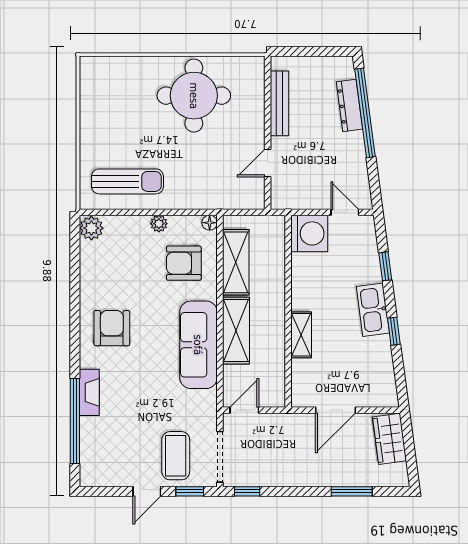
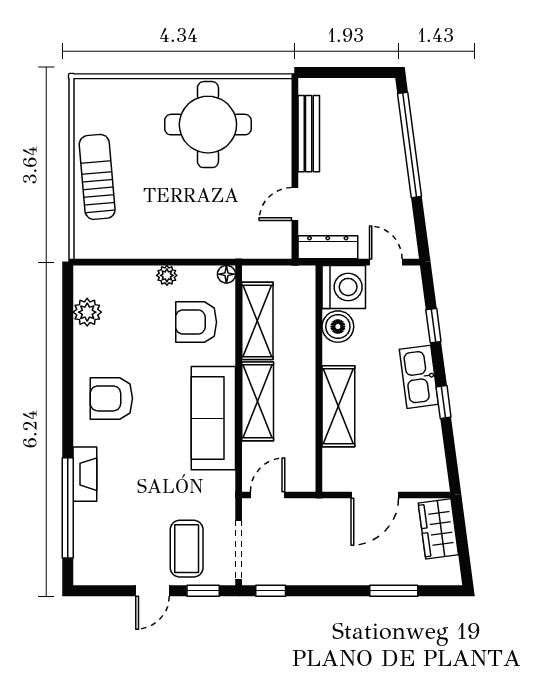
dresser: (349, 105) -> (328, 247), moved, turned 98
sun lounger: (127, 181) -> (97, 177), moved, turned -95
plant: (91, 228) -> (87, 312), moved
boiler: (304, 267) -> (338, 327), added
armchair: (112, 328) -> (111, 398), turned -90
shelving: (301, 335) -> (338, 406), width x1.50, depth x1.33

